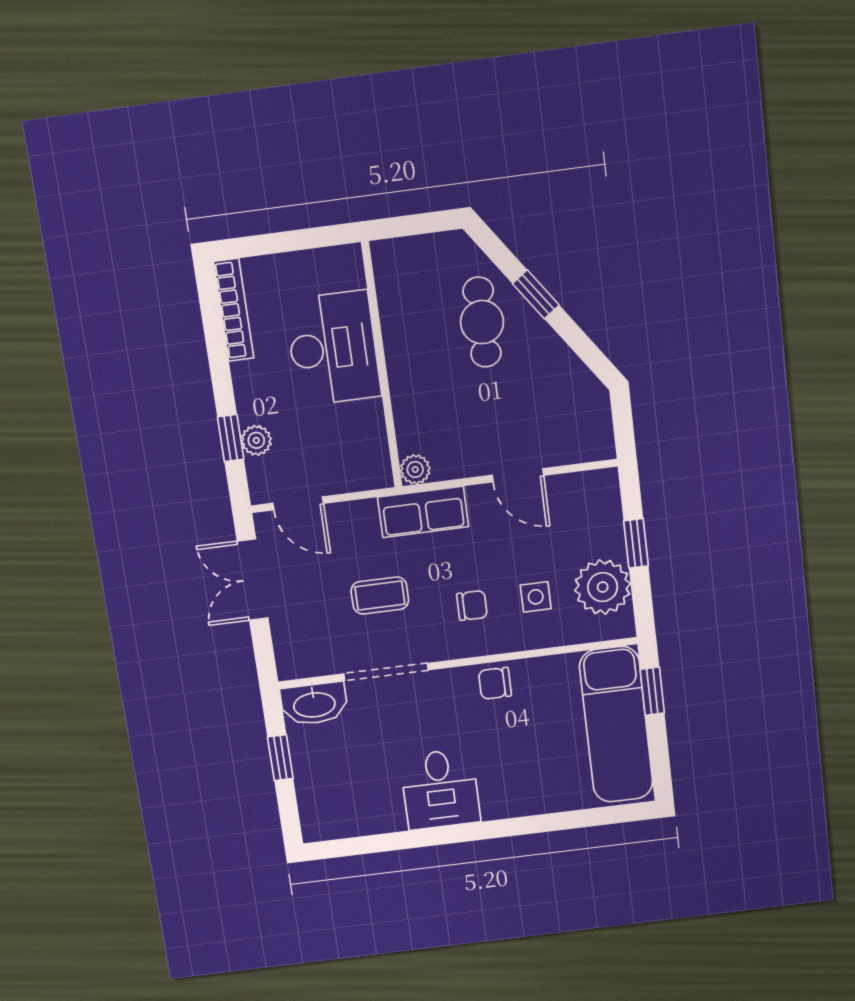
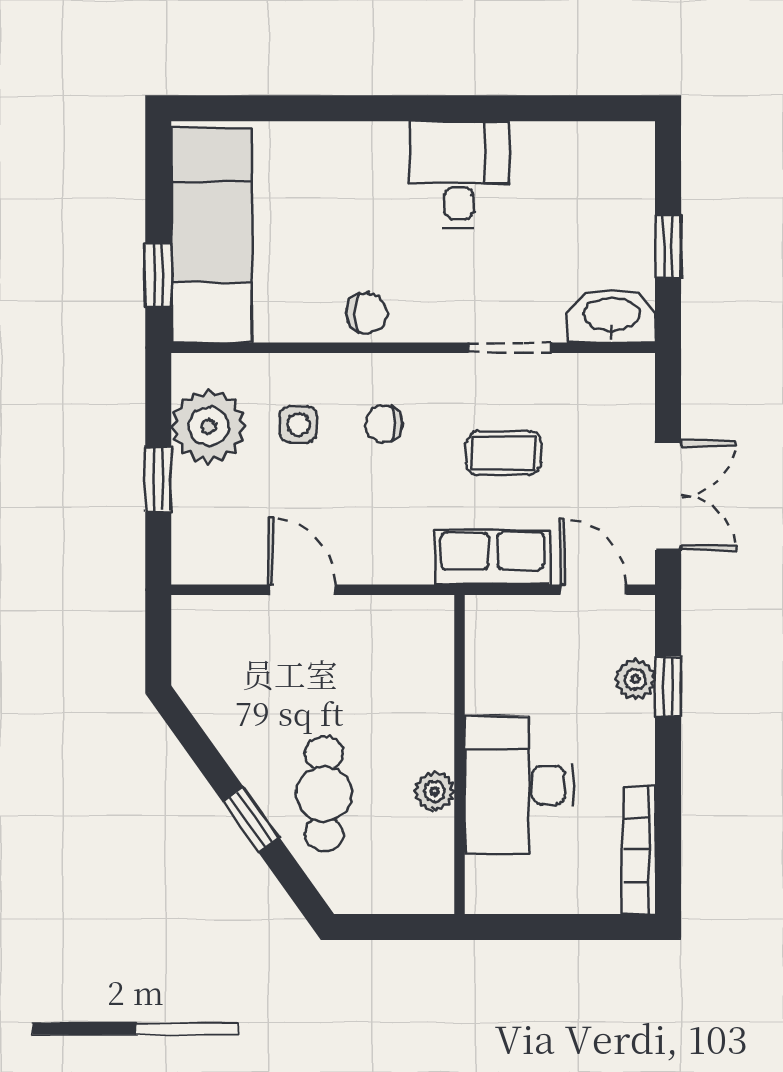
plant: (415, 469) -> (435, 791), moved
row of seats: (423, 512) -> (493, 557), moved
doorway: (386, 672) -> (510, 348), width x0.73

